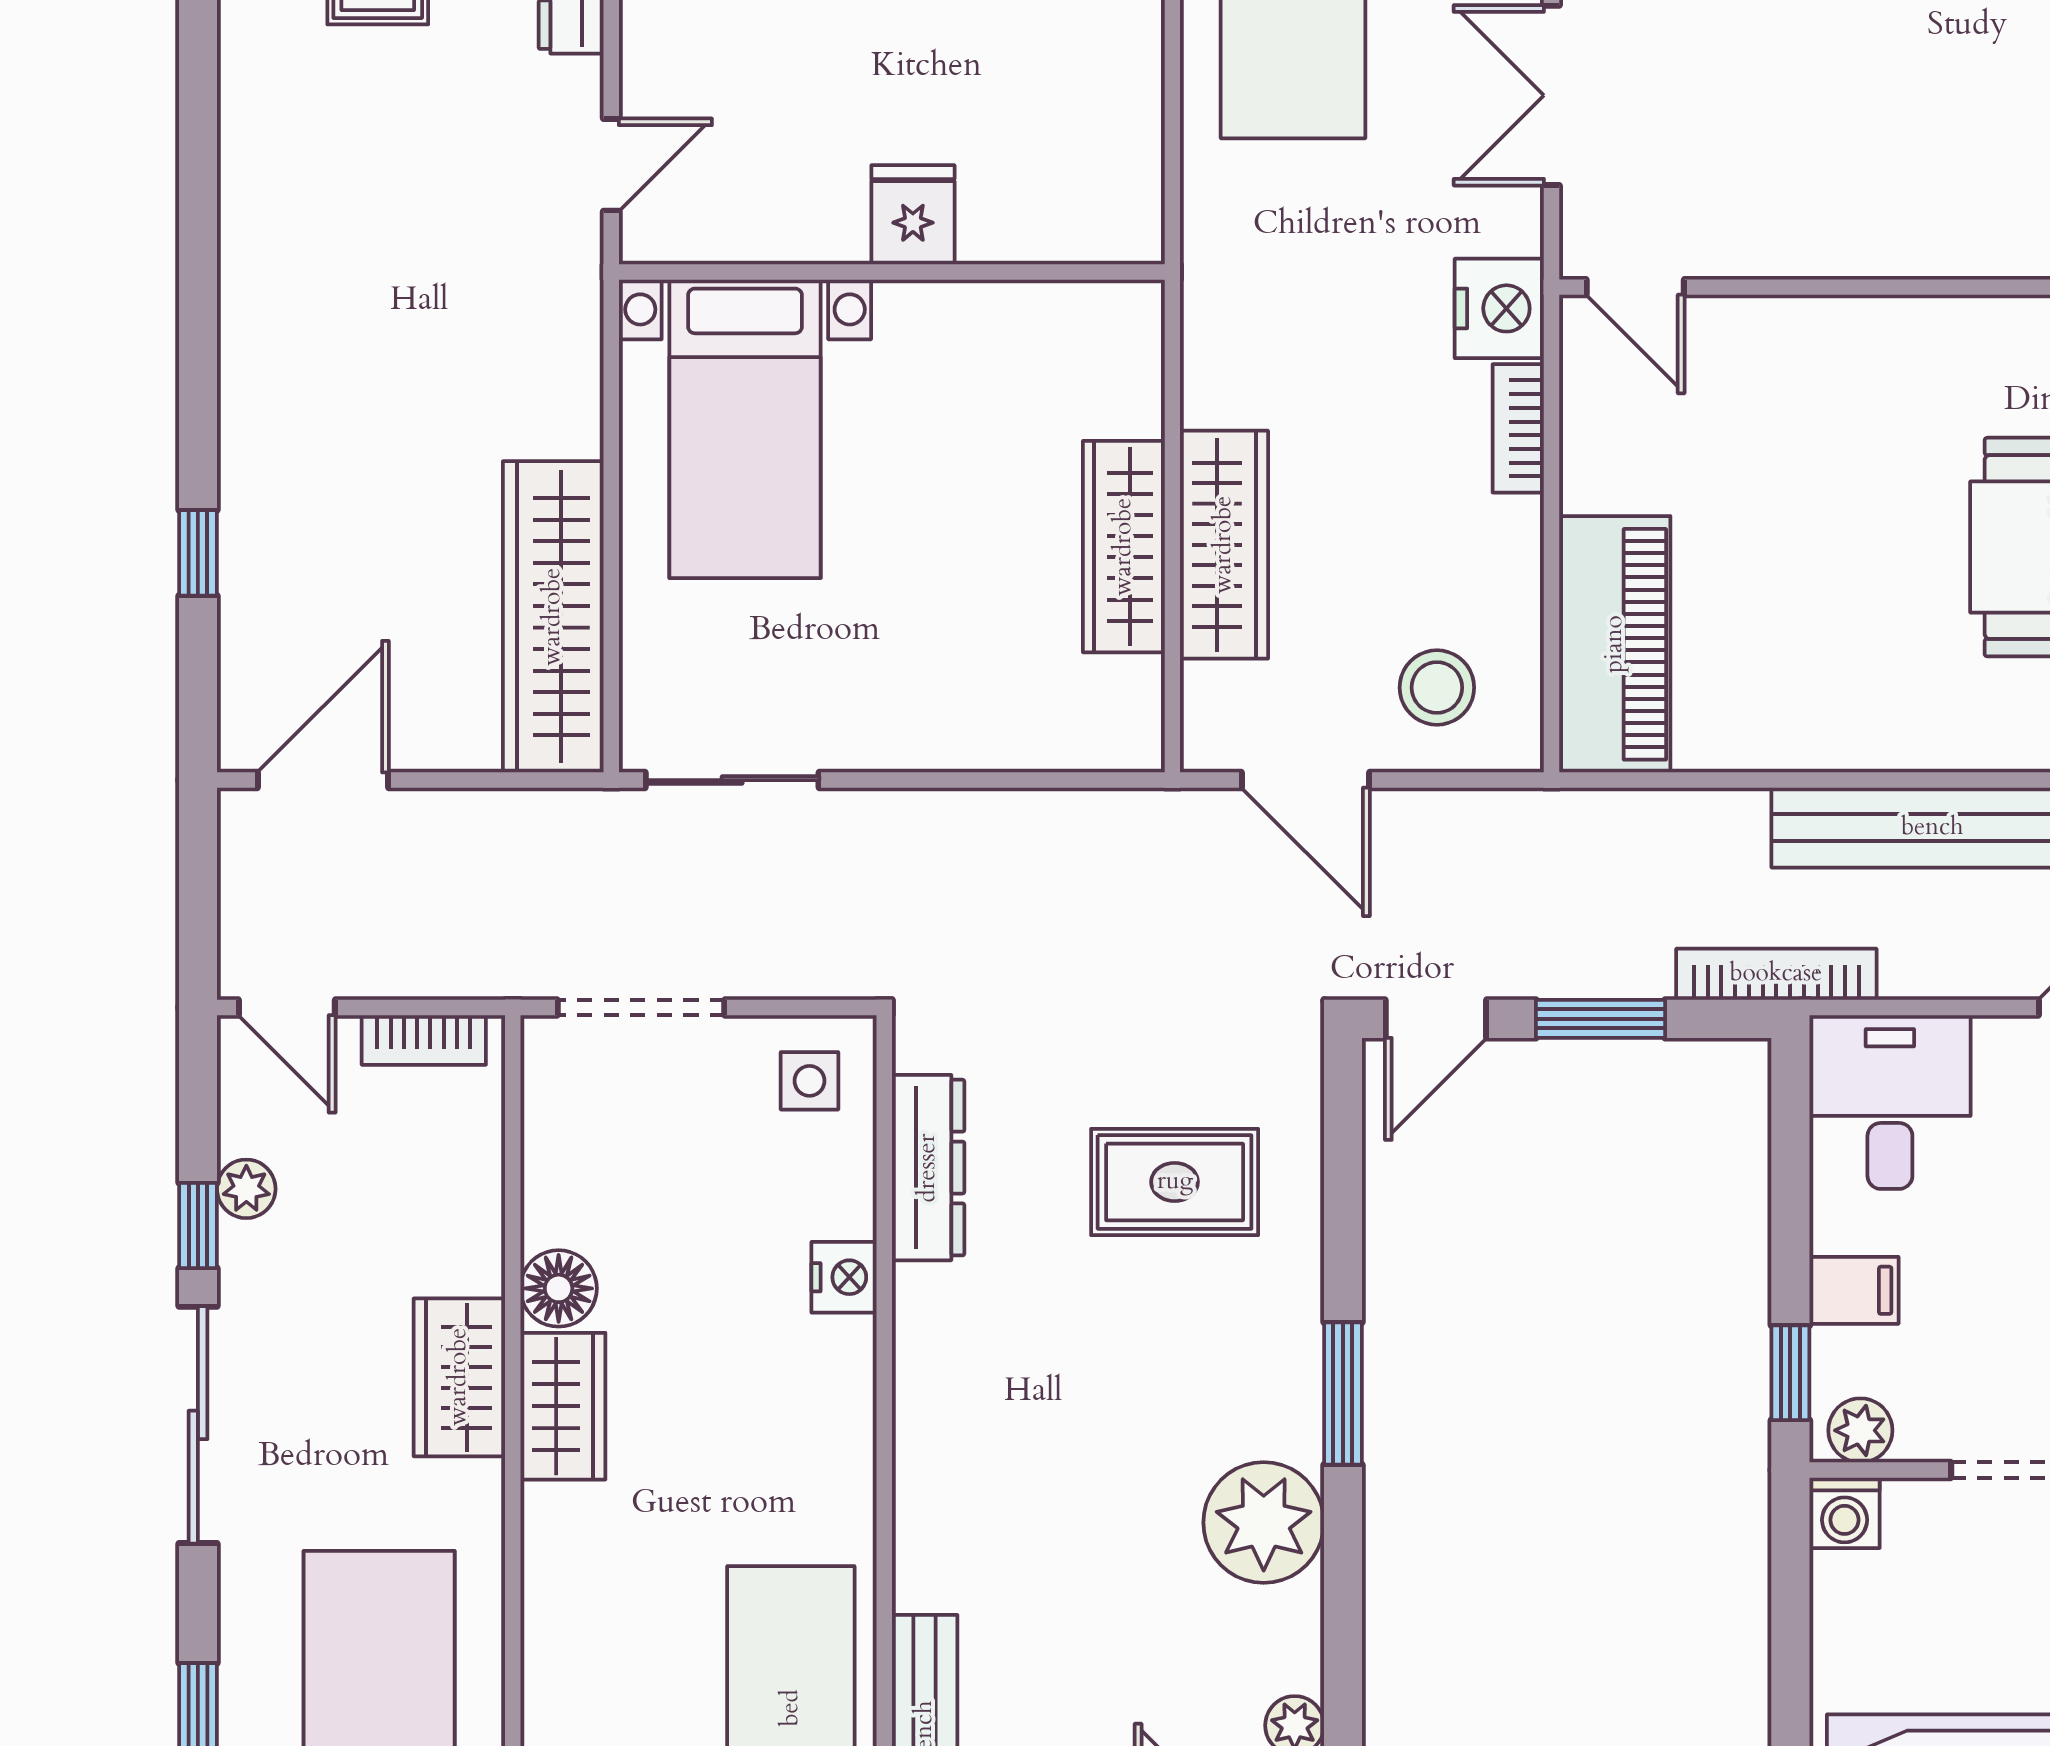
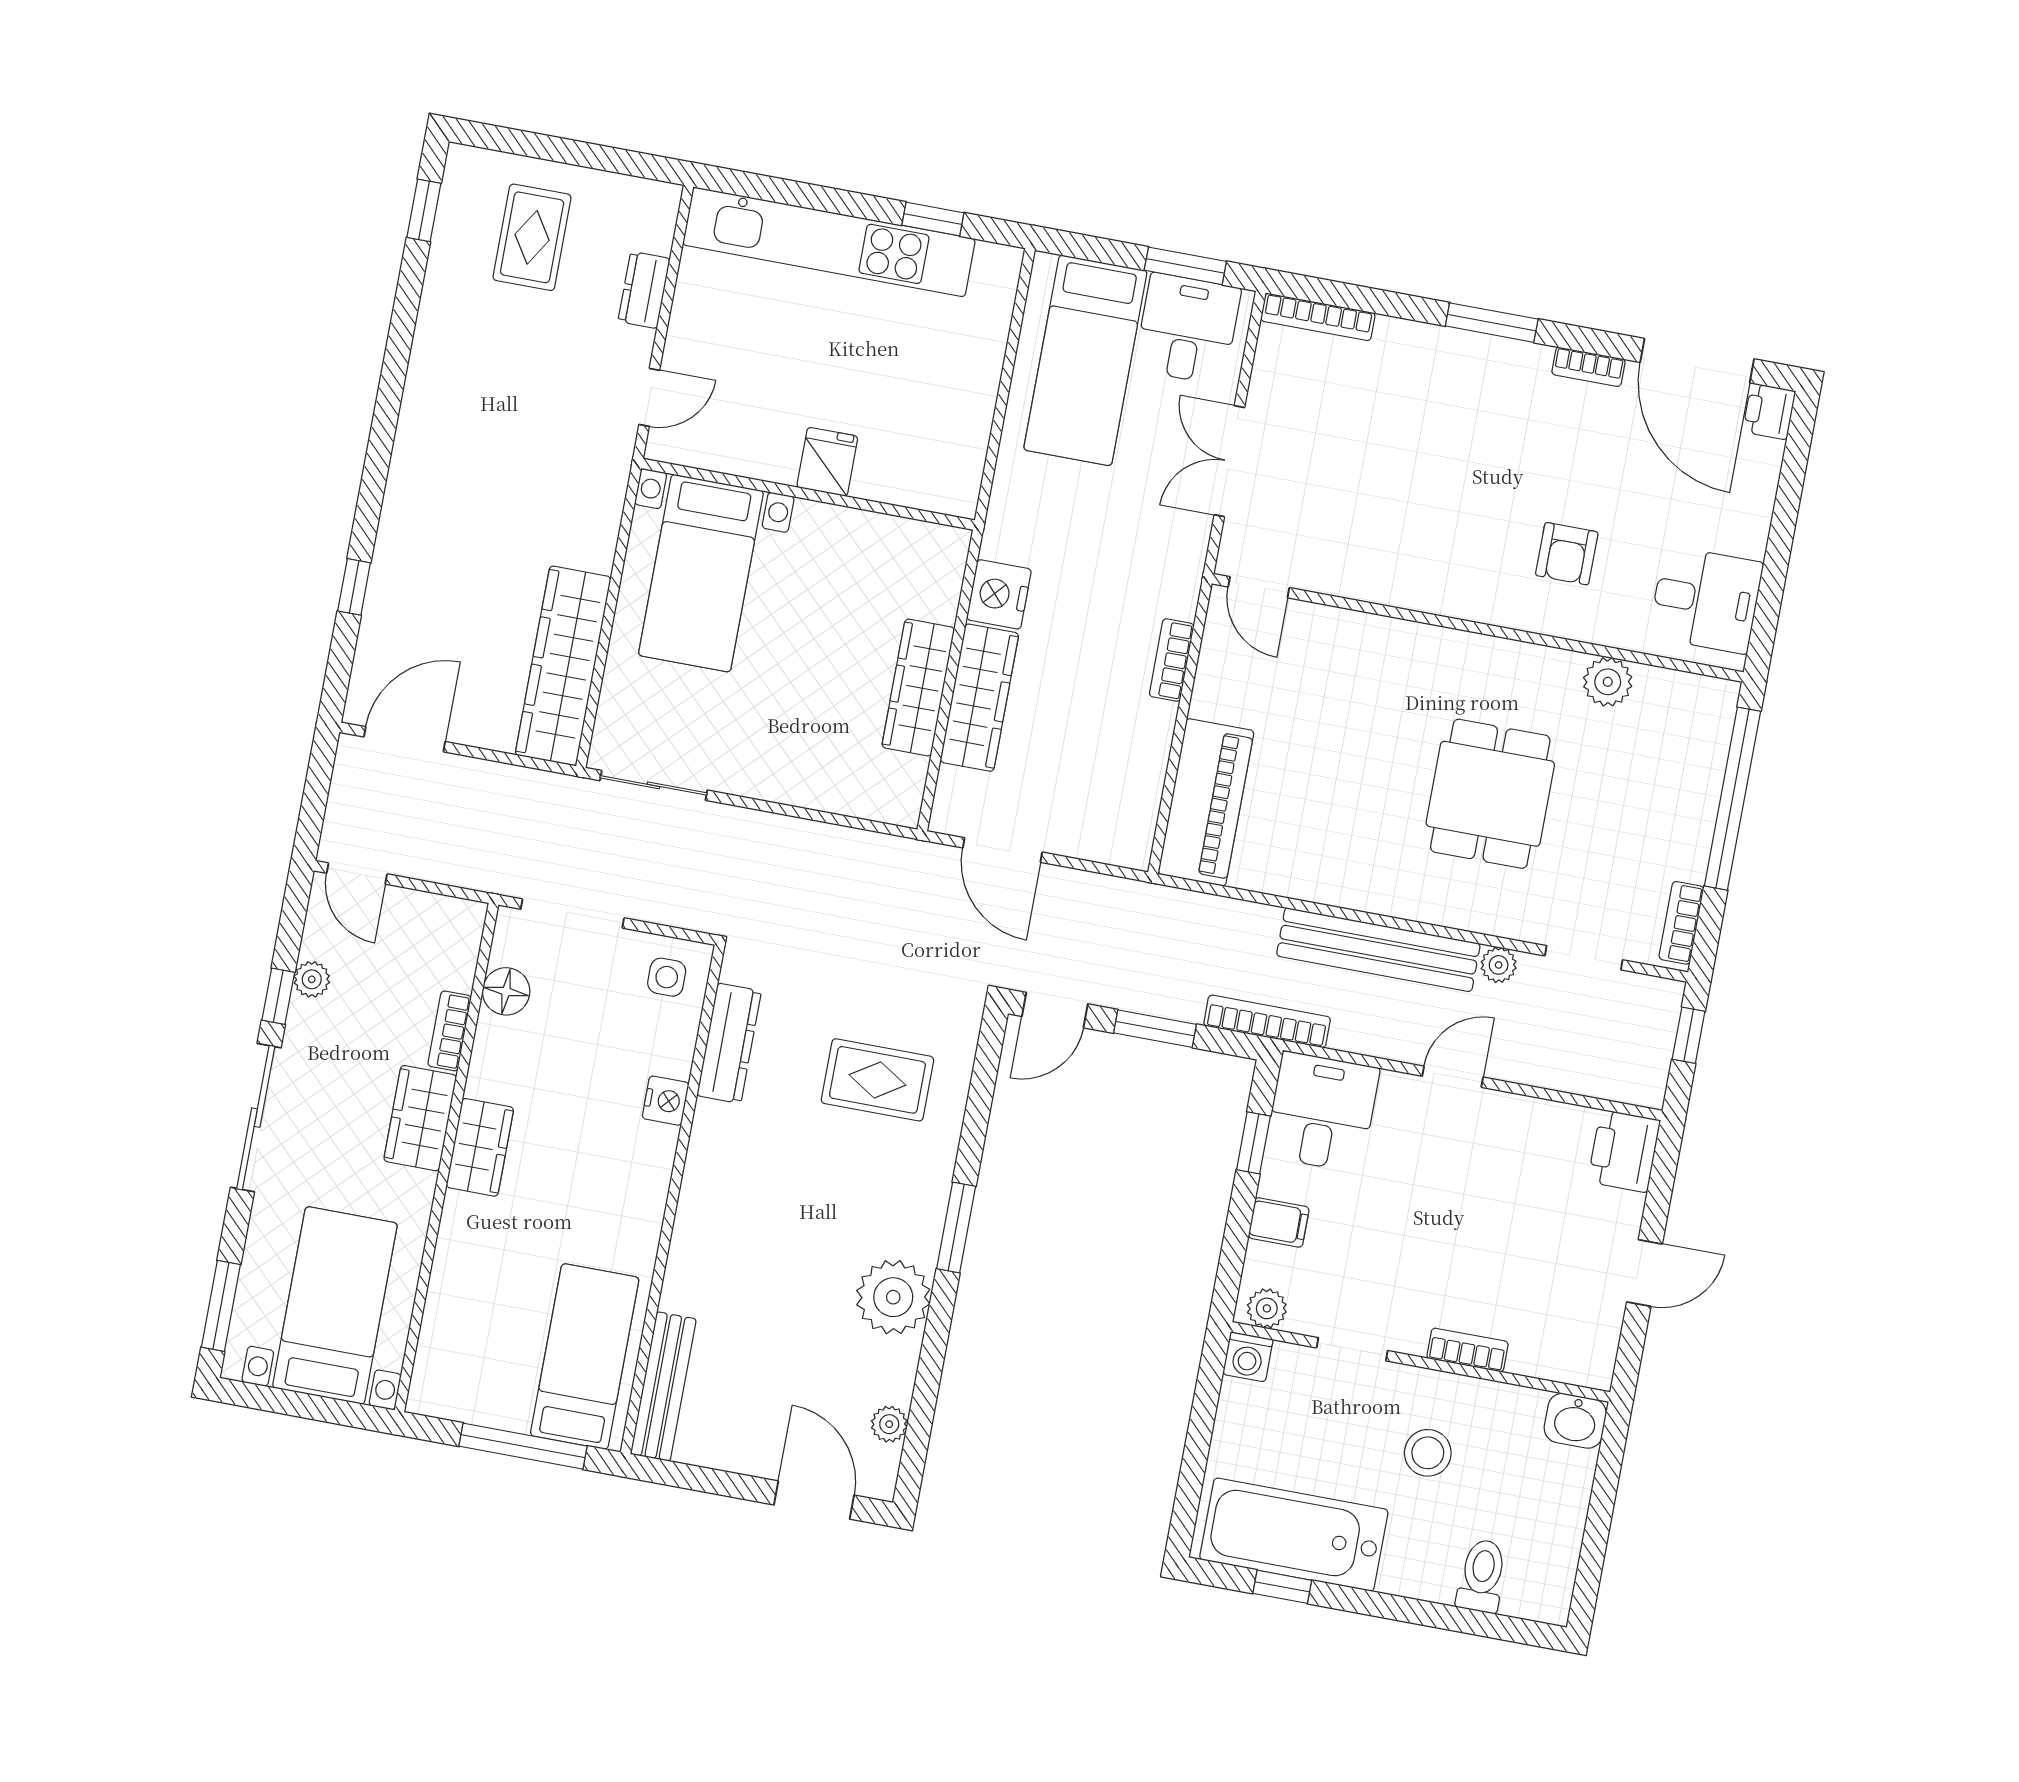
nightstand: (1499, 308) -> (999, 594), moved, turned 180
stool: (1437, 688) -> (1093, 809), removed
bookcase: (424, 1040) -> (449, 1031), moved, turned 90
floor lamp: (559, 1288) -> (506, 991), moved
window: (1790, 1373) -> (1253, 1143), moved

